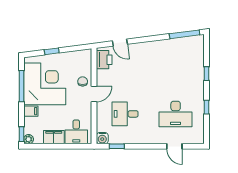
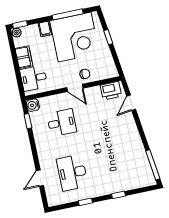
desk: (125, 114) -> (62, 123), turned 90

